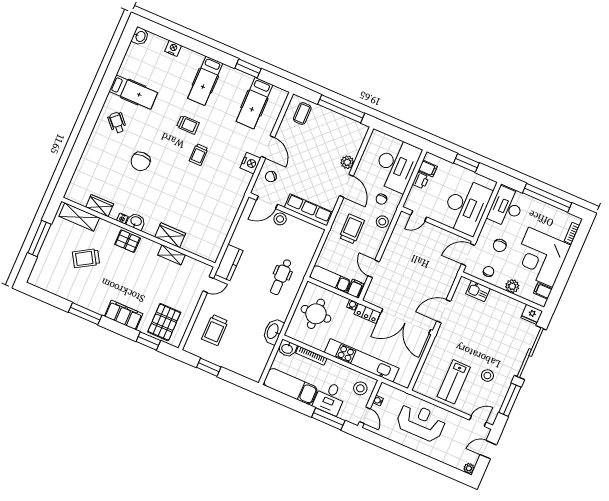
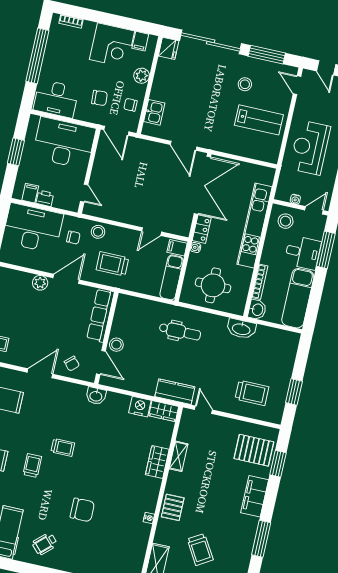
nightstand: (250, 163) -> (140, 407), moved
wardrobe: (100, 206) -> (164, 411), moved, turned -90
washbasin: (136, 221) -> (96, 396), moved, turned -90
corner desk: (541, 257) -> (112, 45), width x0.74, depth x0.74

